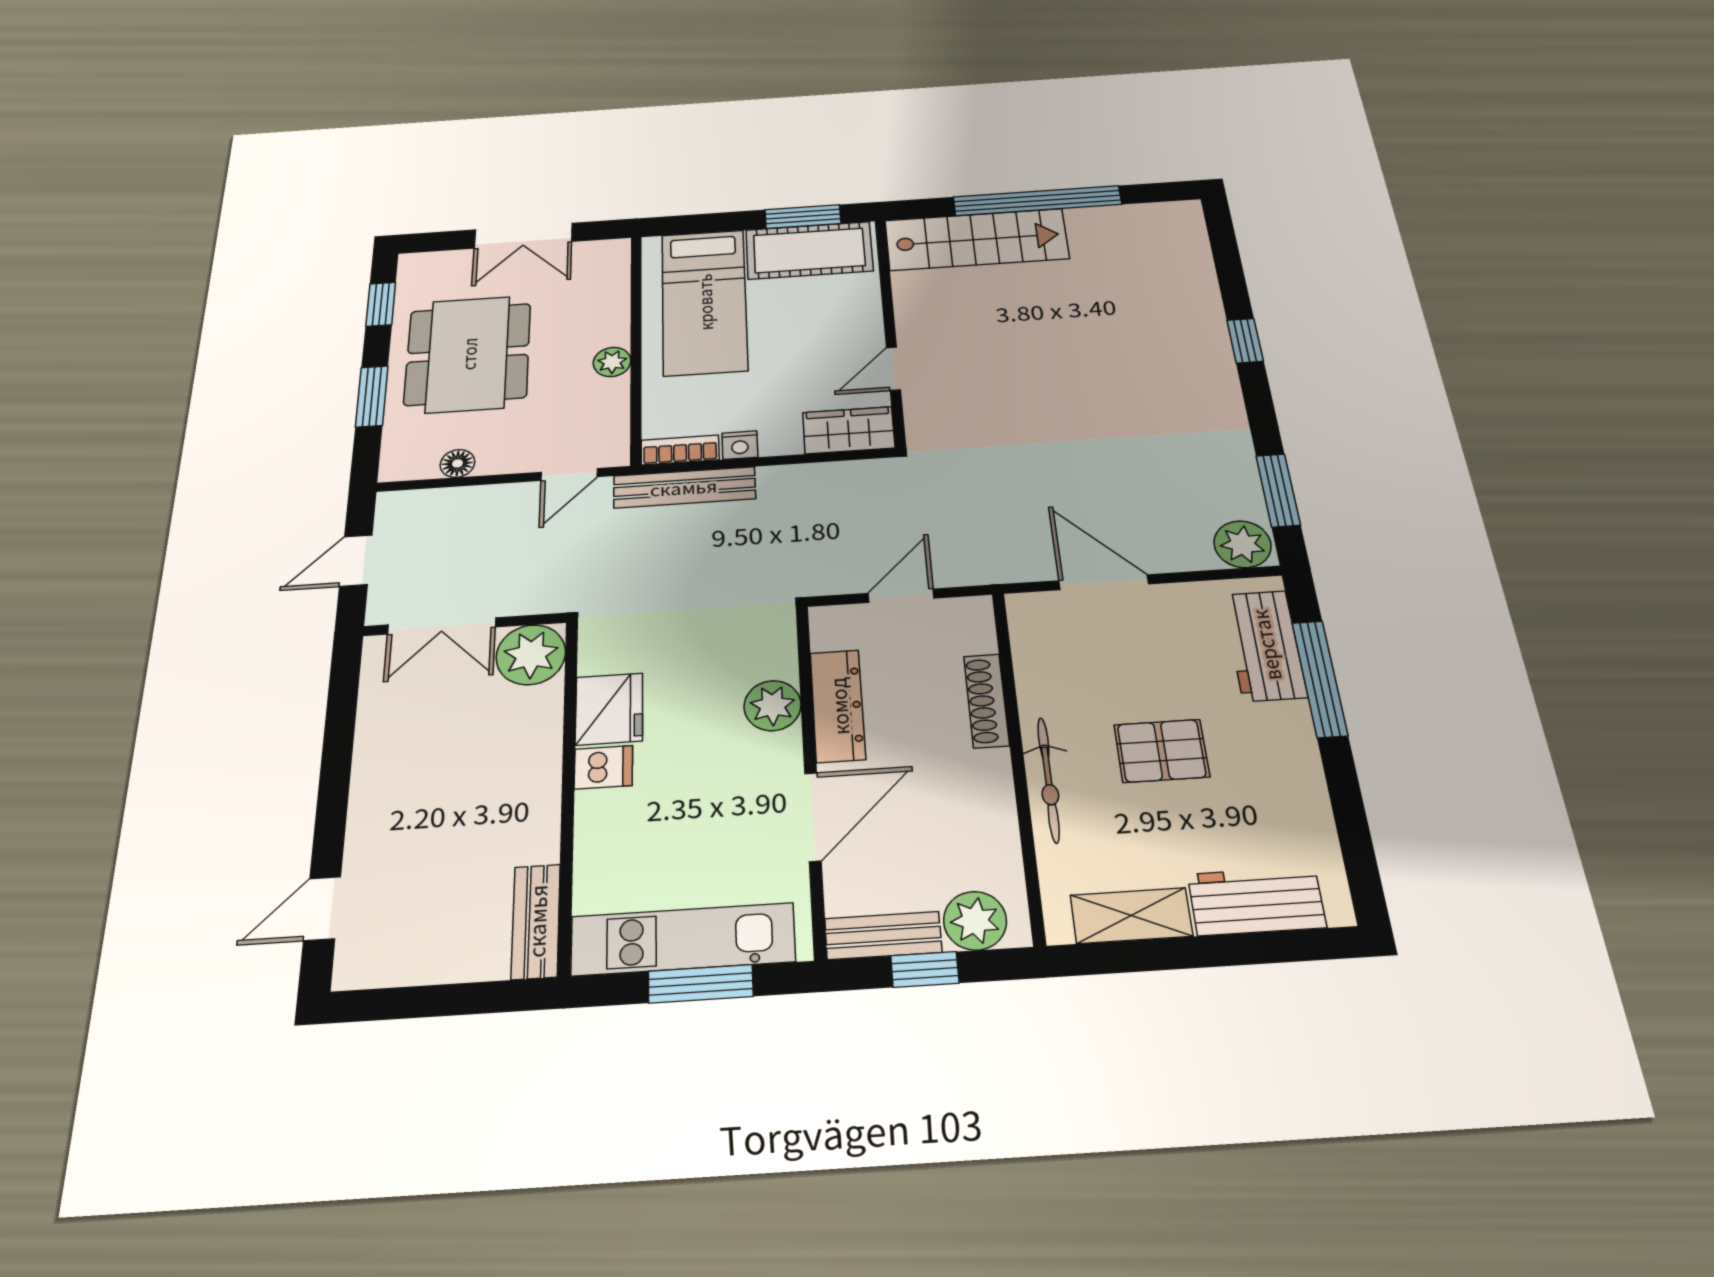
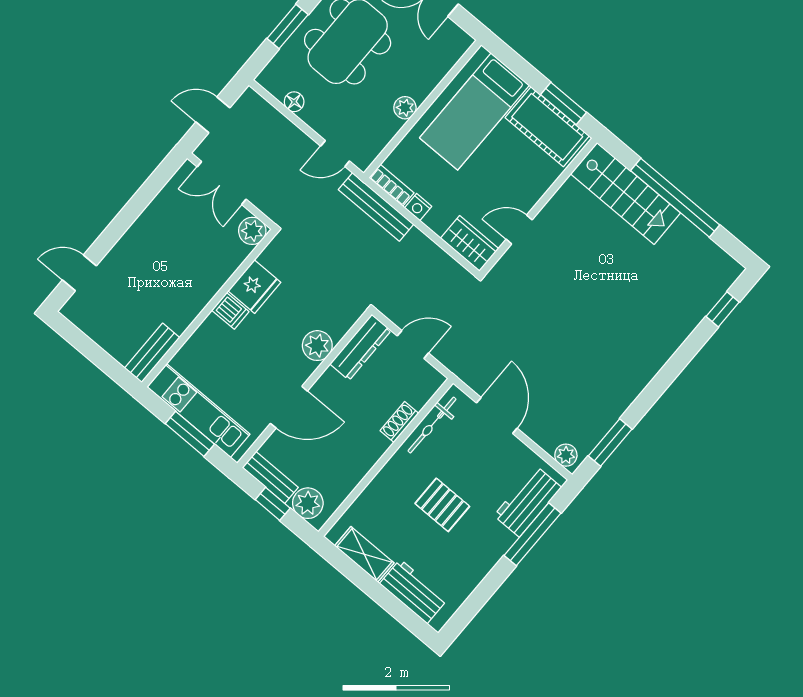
window: (1245, 341) -> (723, 309), moved
plant: (1243, 544) -> (566, 455), width x0.73, depth x0.73
plant: (531, 655) -> (252, 231), width x0.73, depth x0.73
shoe rack: (987, 701) -> (399, 422), width x0.70
dresser: (838, 706) -> (361, 347), moved
bicycle: (1048, 780) -> (432, 425), moved

